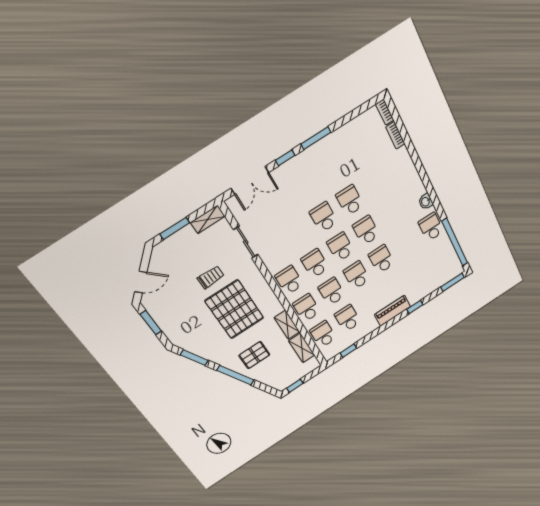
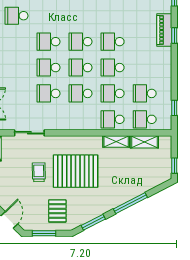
school desk: (360, 151) -> (16, 16), added
school desk: (289, 280) -> (49, 93), moved
piano: (393, 311) -> (164, 30), moved
pallet: (254, 355) -> (57, 211), moved

